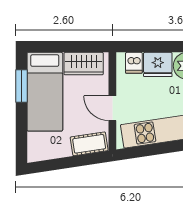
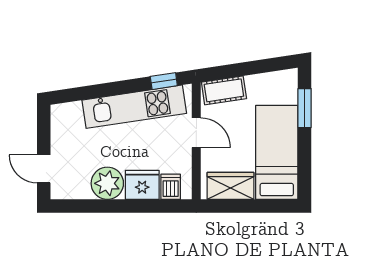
window: (21, 86) -> (305, 108), moved
window: (140, 152) -> (164, 81), added

